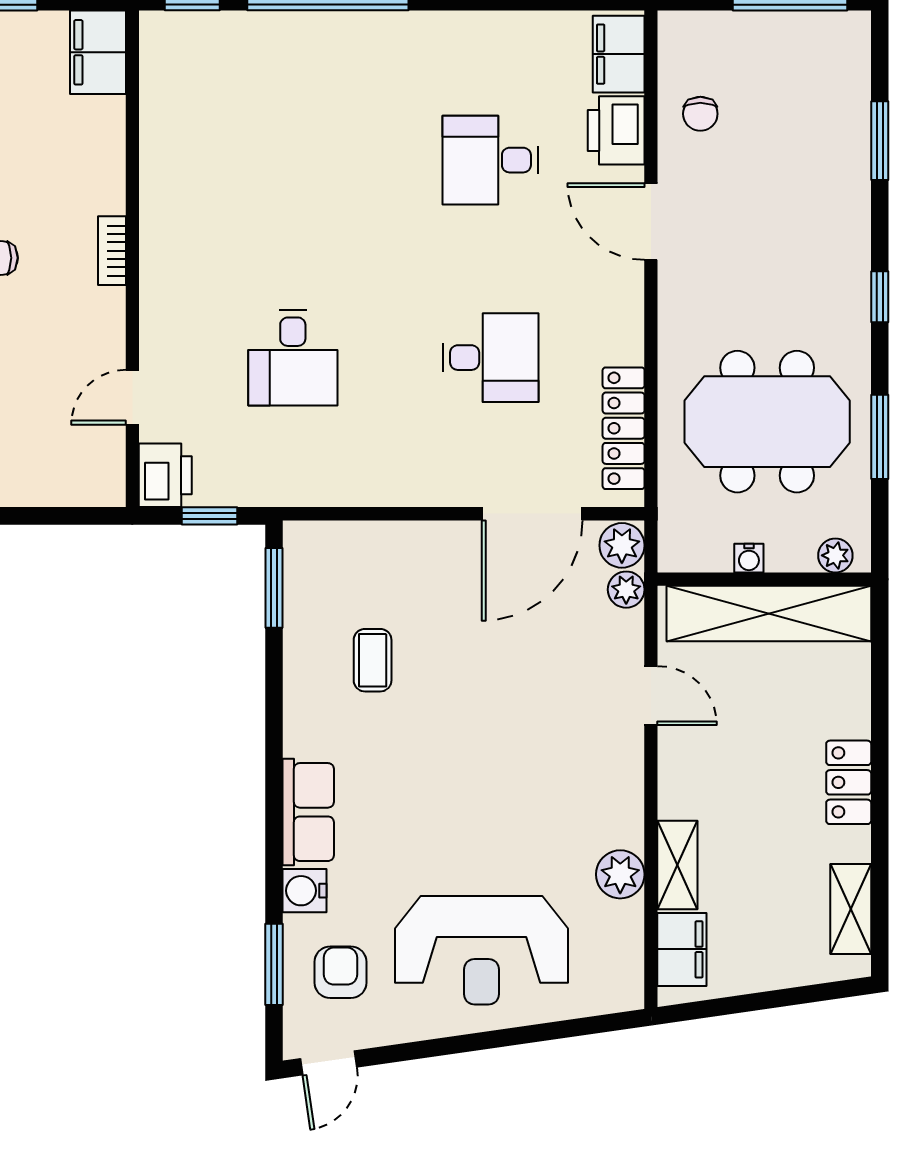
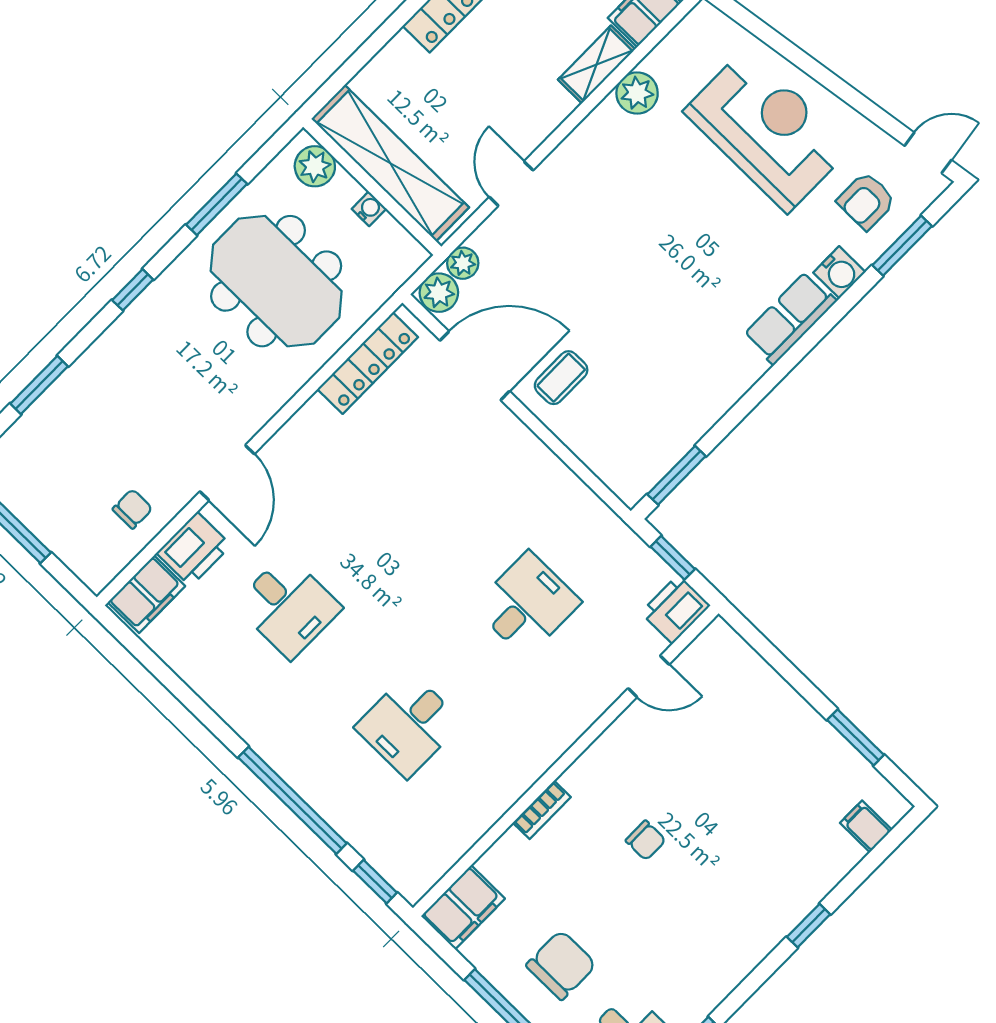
bookcase: (112, 251) -> (542, 810), moved
desk: (491, 358) -> (409, 725), moved, turned -90
plant: (835, 555) -> (315, 166), width x1.38, depth x1.38
coffee table: (373, 660) -> (561, 378), moved

